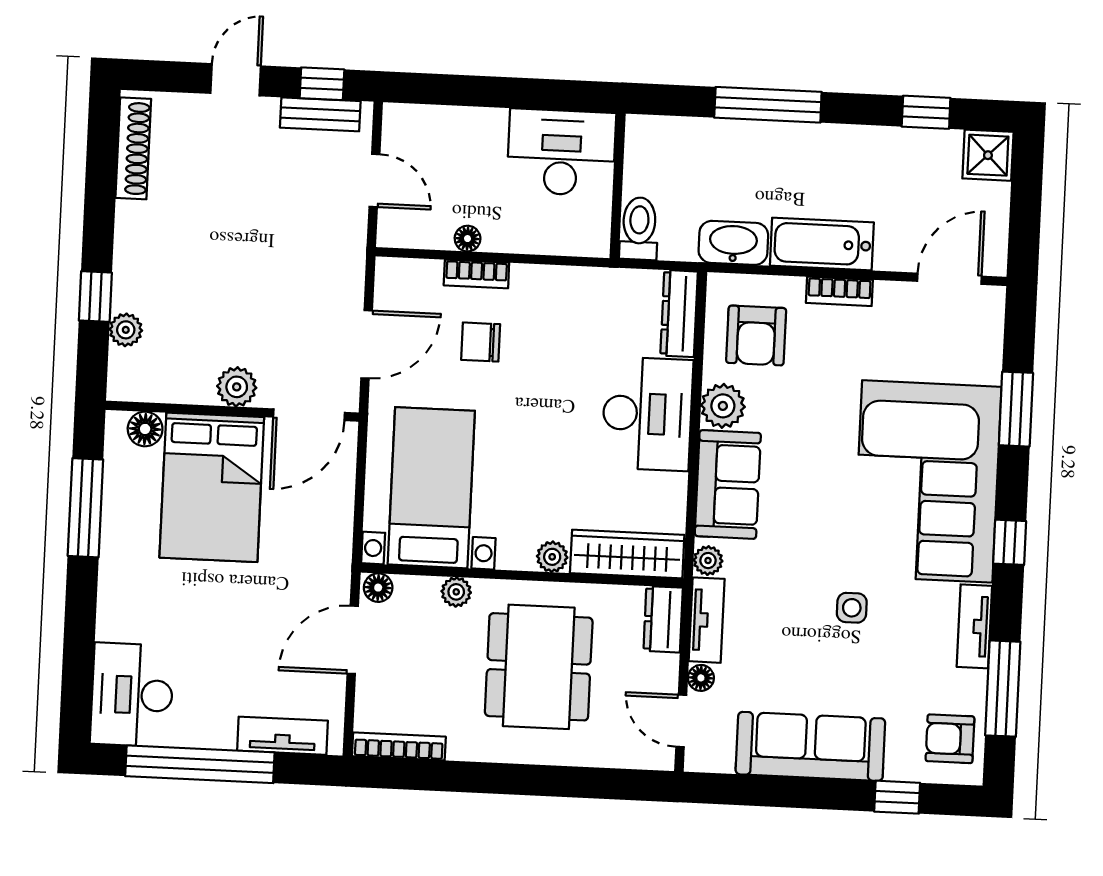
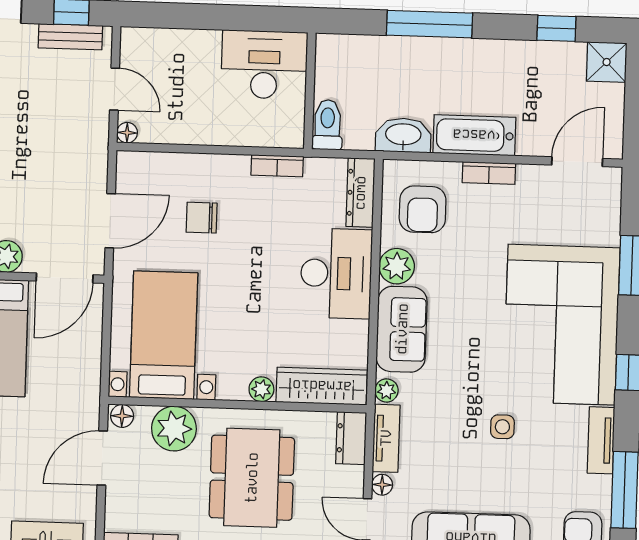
floor lamp: (468, 239) -> (127, 133), moved
bookcase: (476, 274) -> (277, 166), moved
plant: (456, 592) -> (174, 429), width x1.87, depth x1.87

